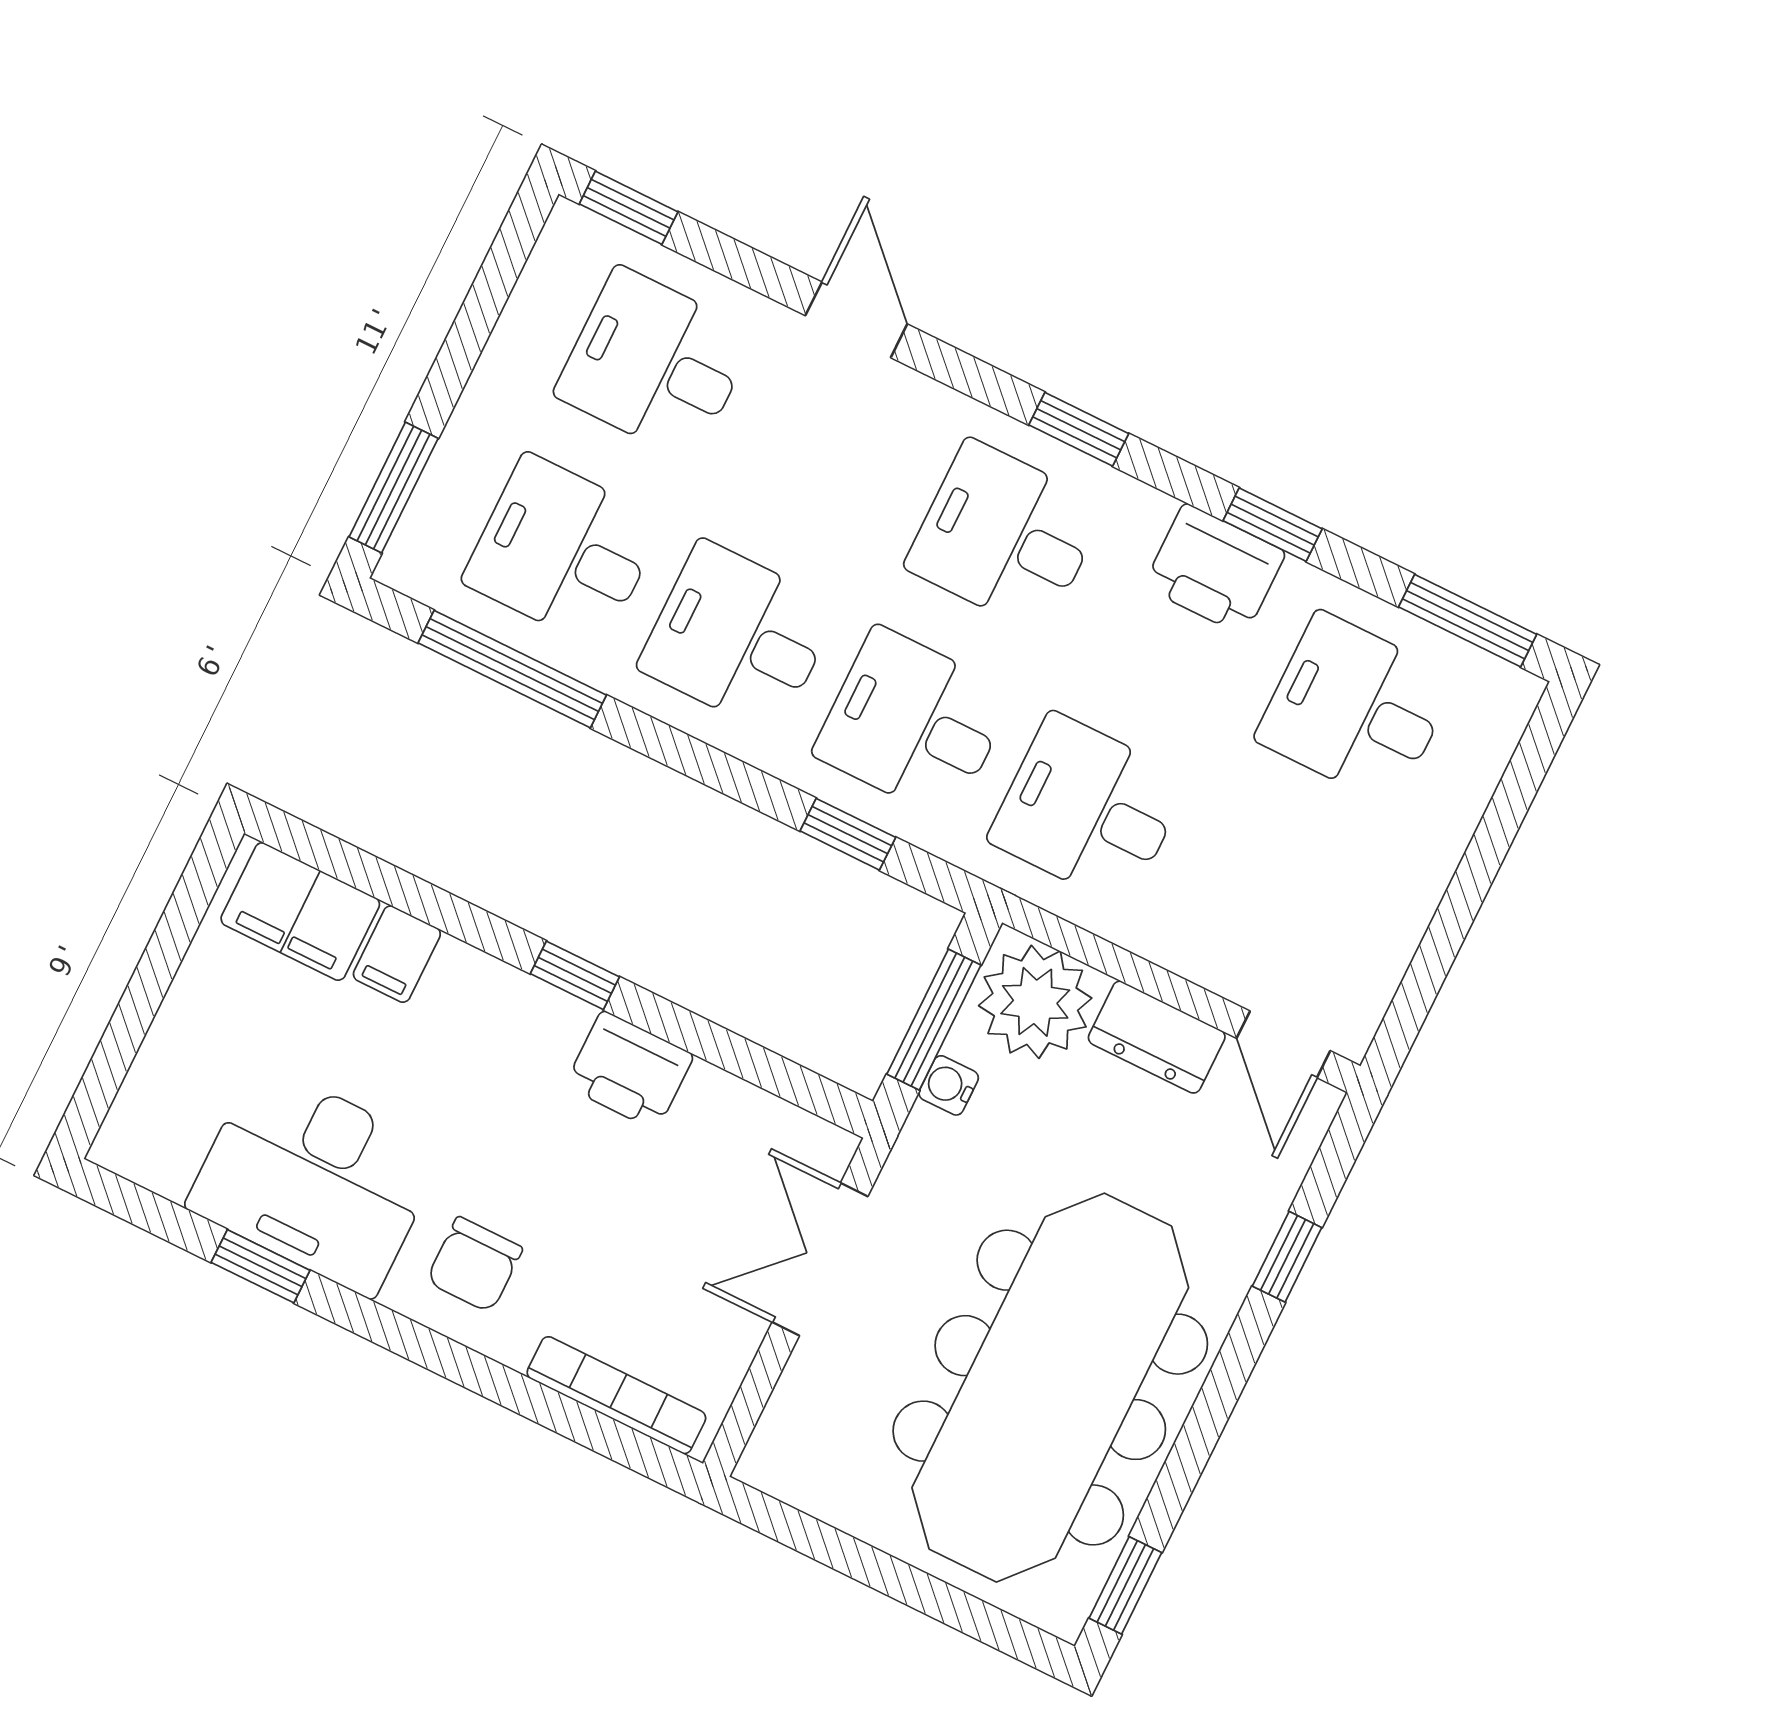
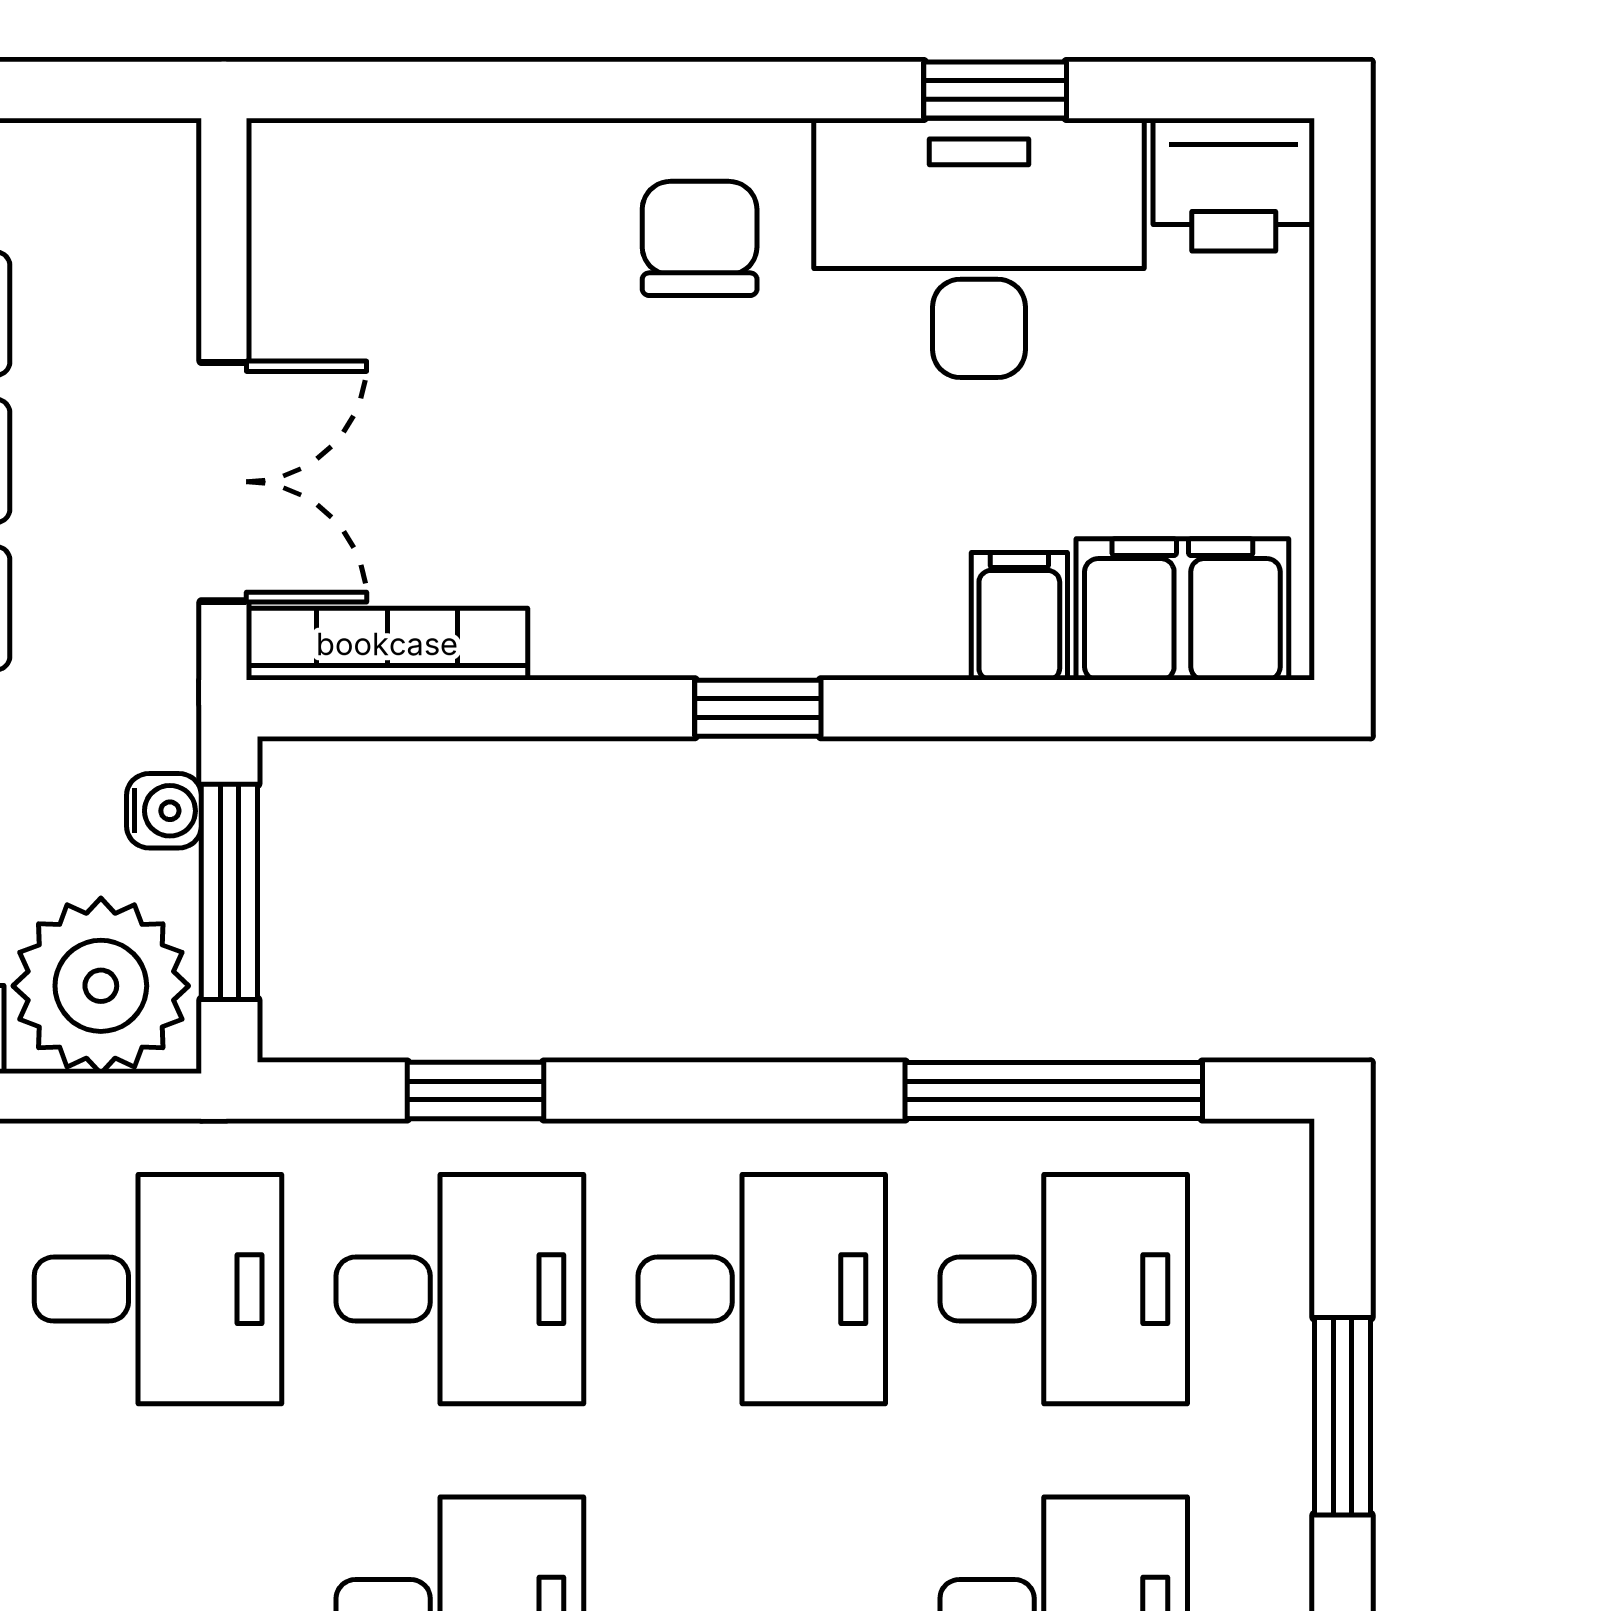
window: (394, 488) -> (1342, 1416), moved
printer: (629, 1070) -> (1234, 185), moved, turned 180
bookcase: (616, 1395) -> (387, 644), moved, turned 180

